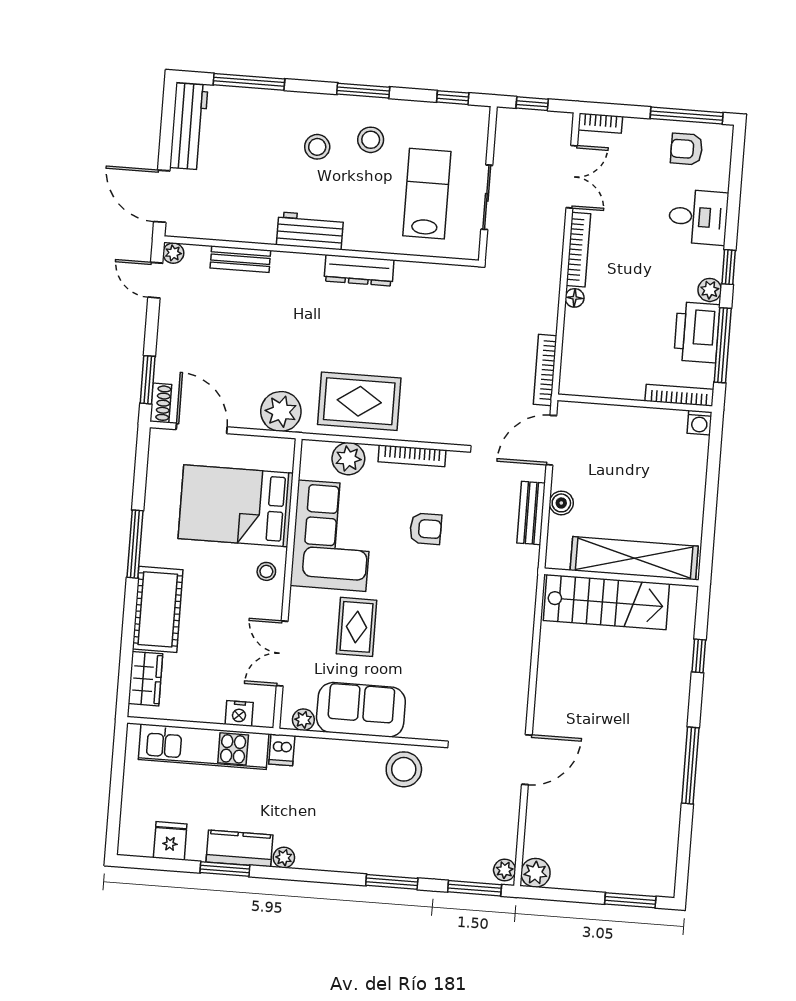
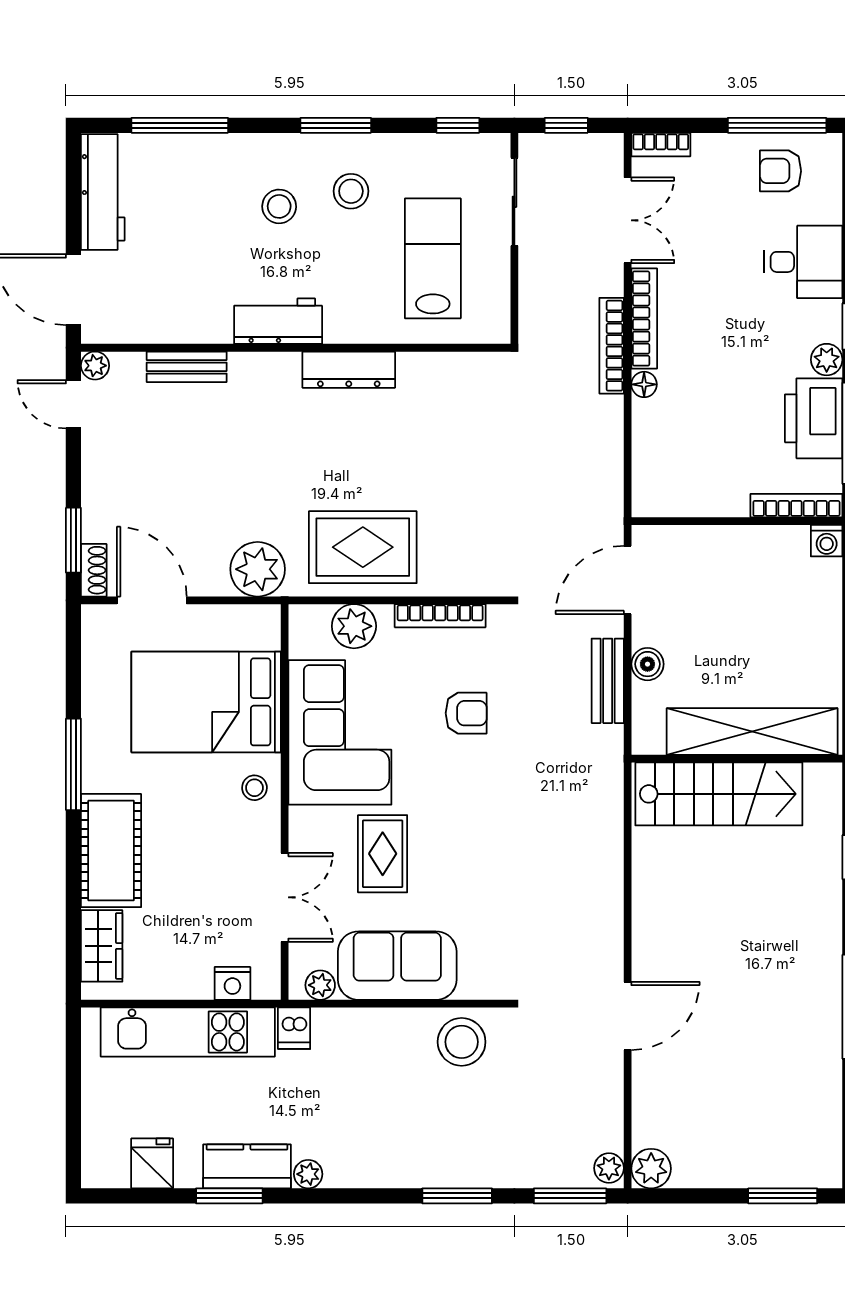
sliding door: (487, 197) -> (514, 202), moved
bookcase: (545, 370) -> (612, 346), moved
double door: (282, 653) -> (285, 897), swing flipped

